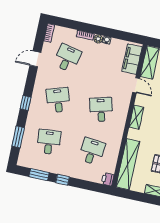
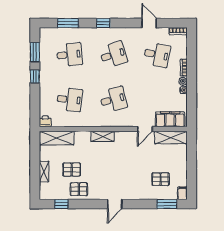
shelving: (136, 117) -> (102, 136), moved
shelving: (128, 164) -> (57, 138), width x0.68

